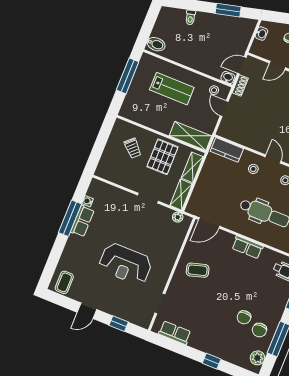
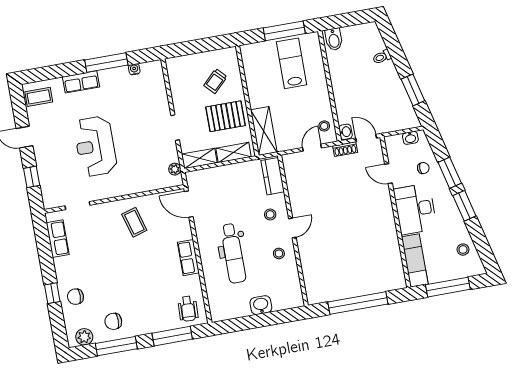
lab bench: (172, 89) -> (292, 63), moved, turned 180
row of seats: (82, 221) -> (81, 82), moved
chair: (244, 317) -> (75, 297), moved

